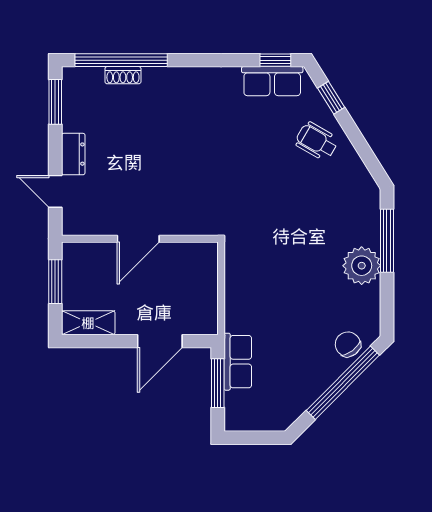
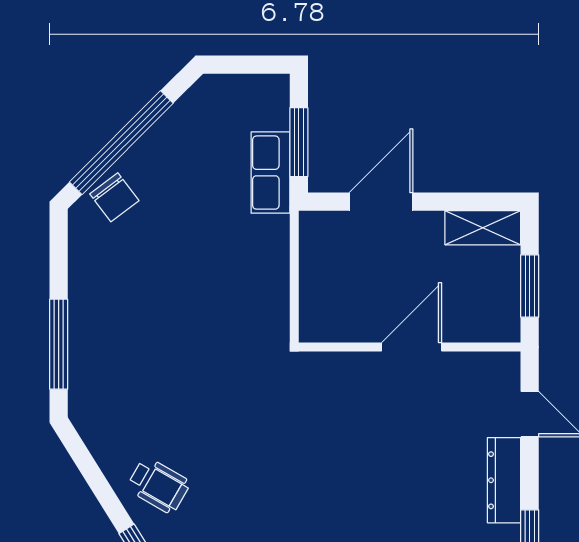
dresser: (73, 154) -> (504, 480), width x1.44
plant: (362, 266) -> (95, 309), removed

